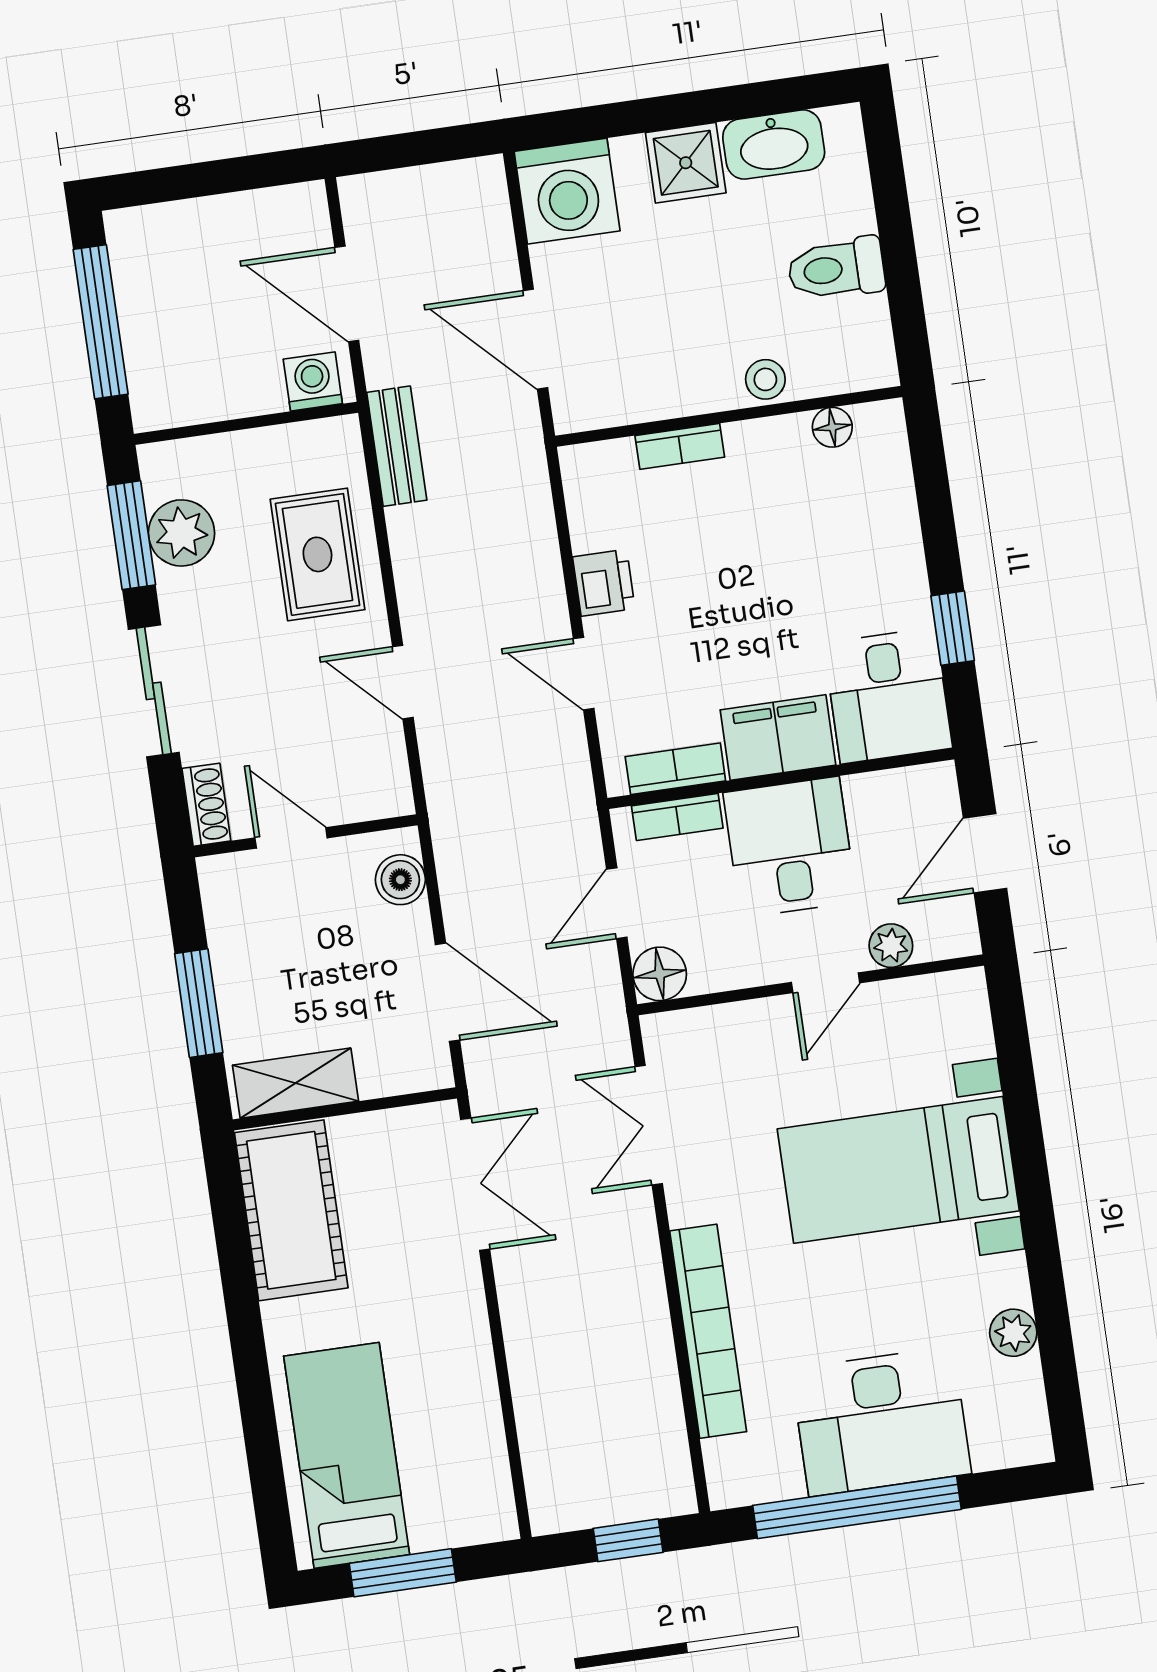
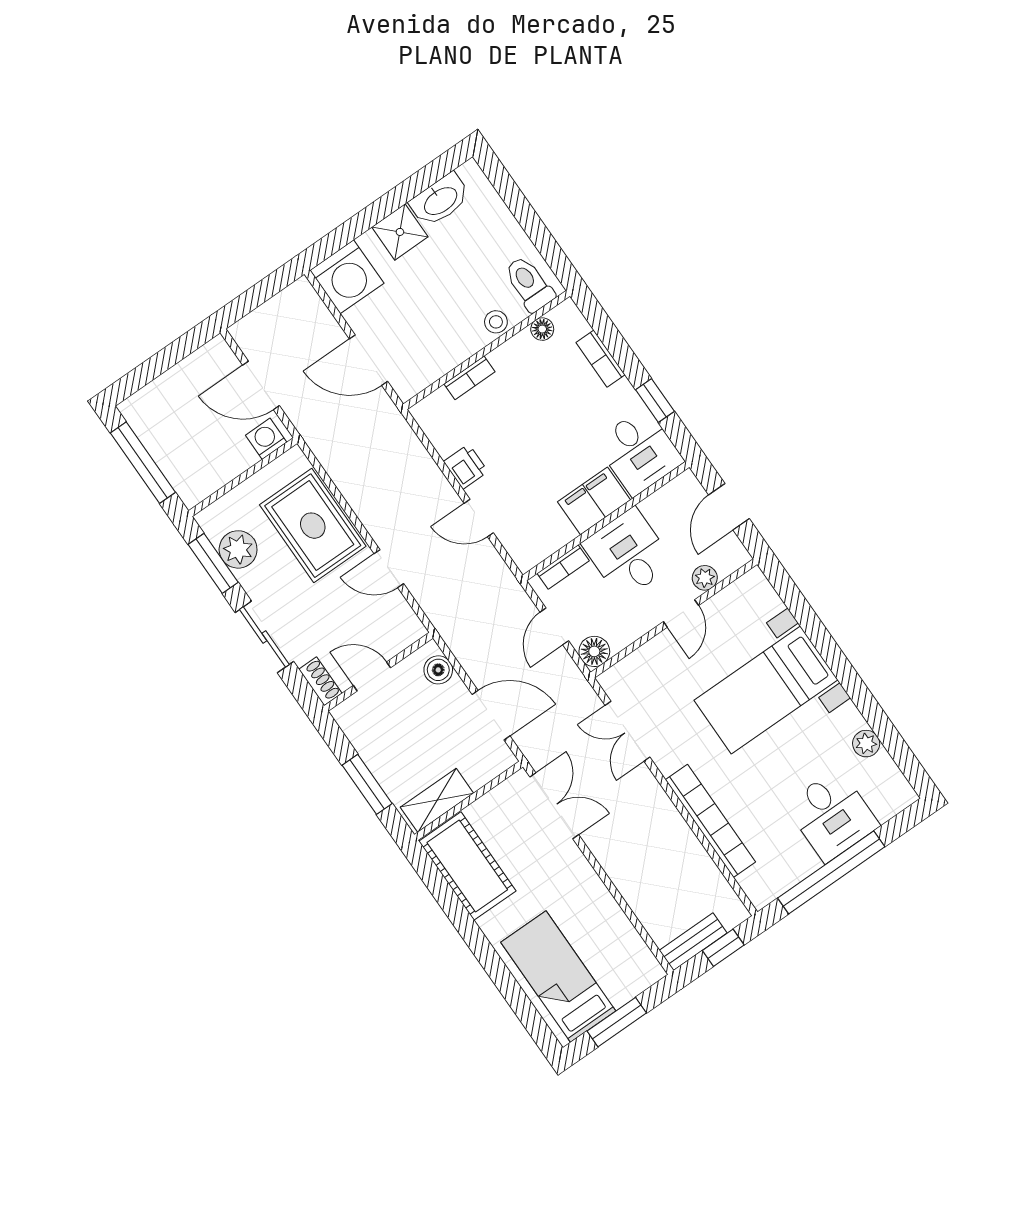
toilet: (836, 269) -> (529, 284), moved, turned 90
bench: (397, 446) -> (693, 942), moved, turned 90
rug: (317, 554) -> (313, 526), width x1.36, depth x1.43
bookcase: (675, 769) -> (601, 359), moved, turned -90
desk: (881, 1421) -> (832, 815), width x0.73

